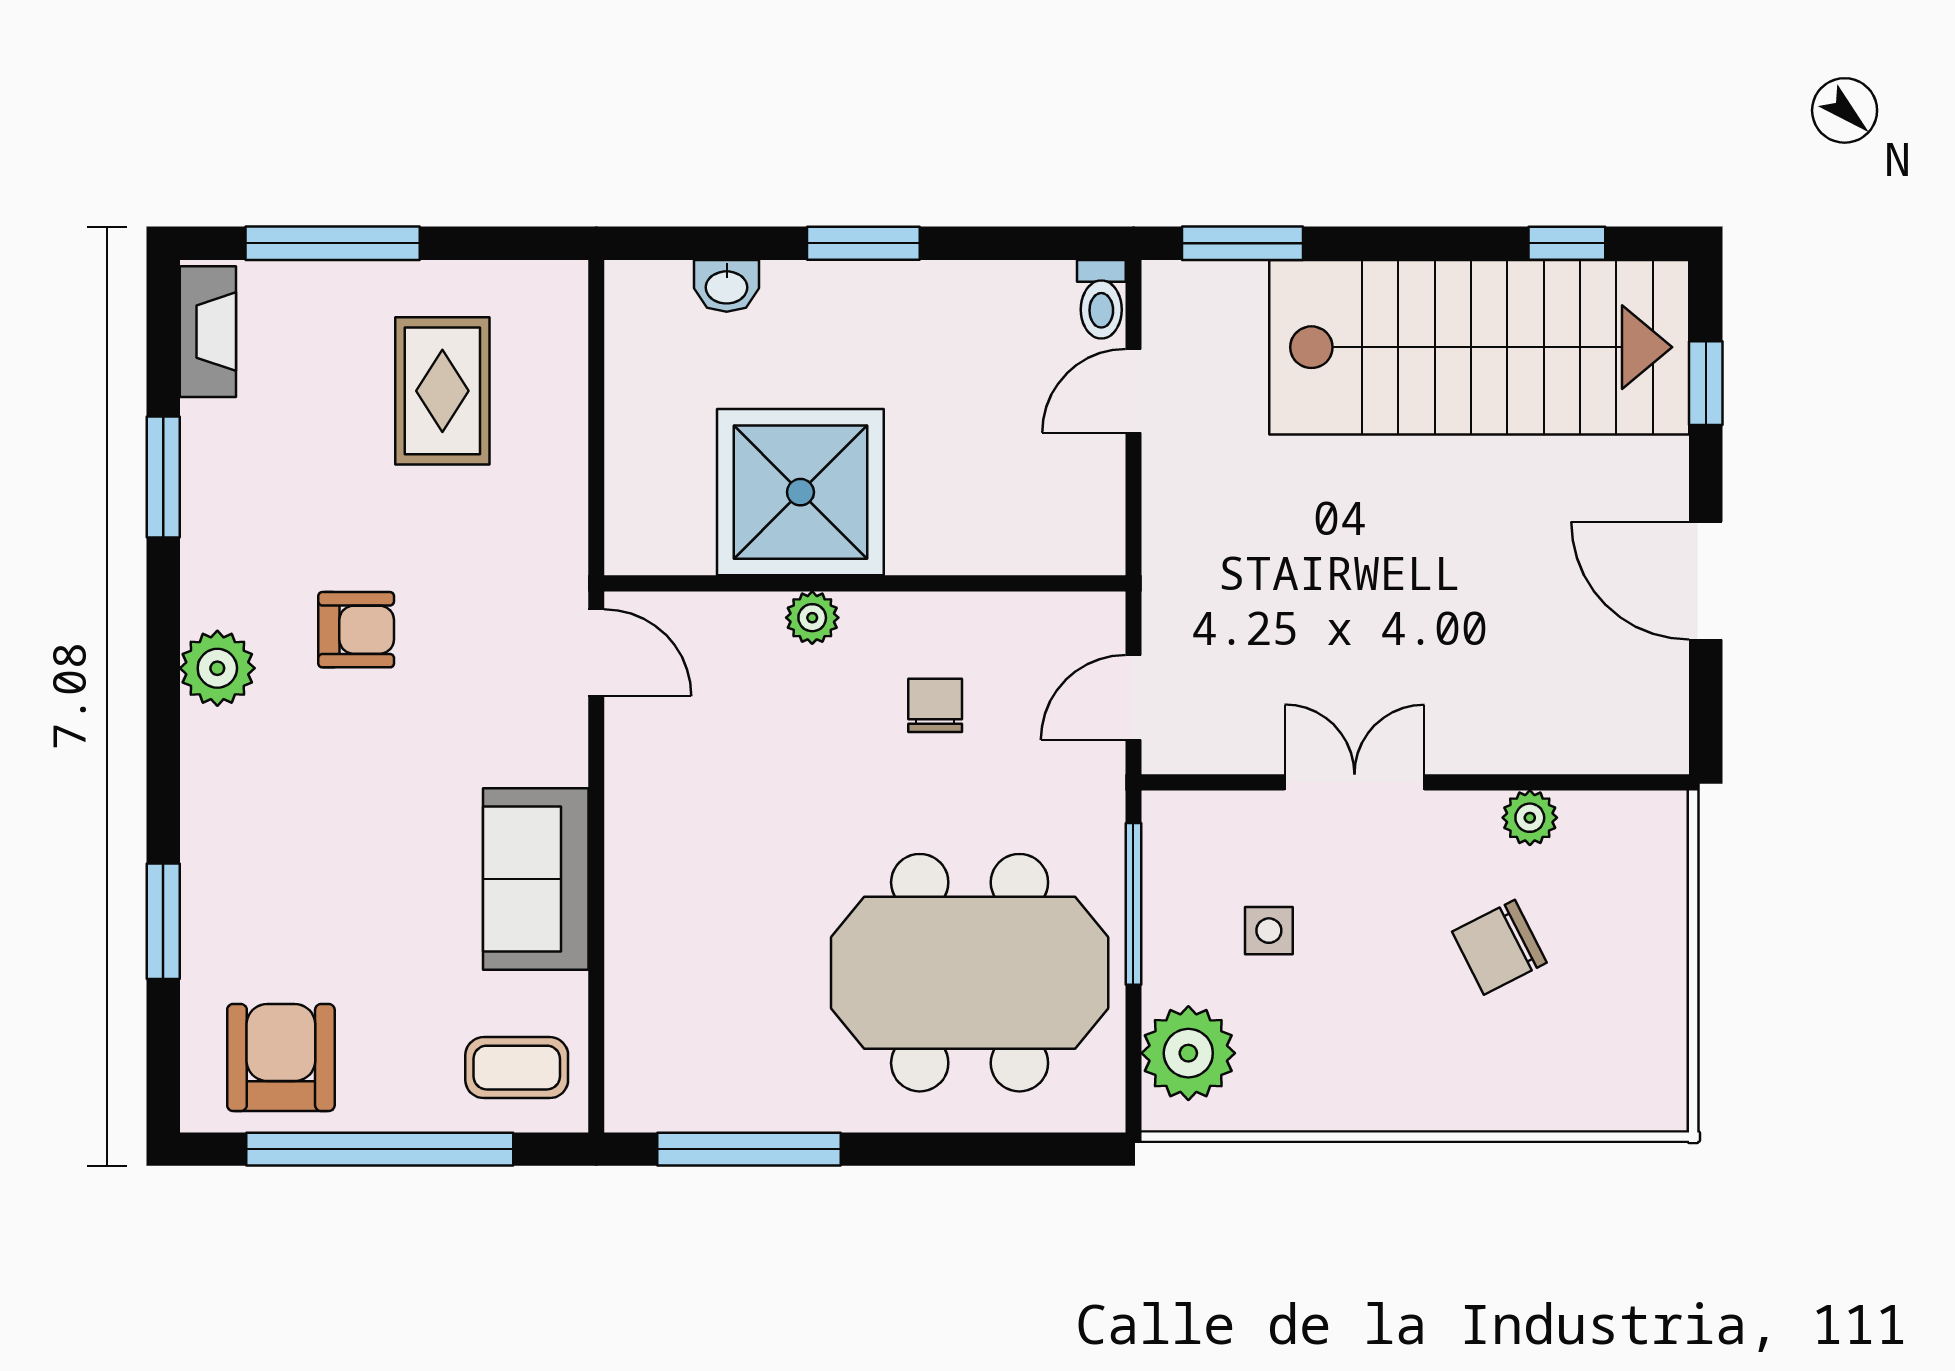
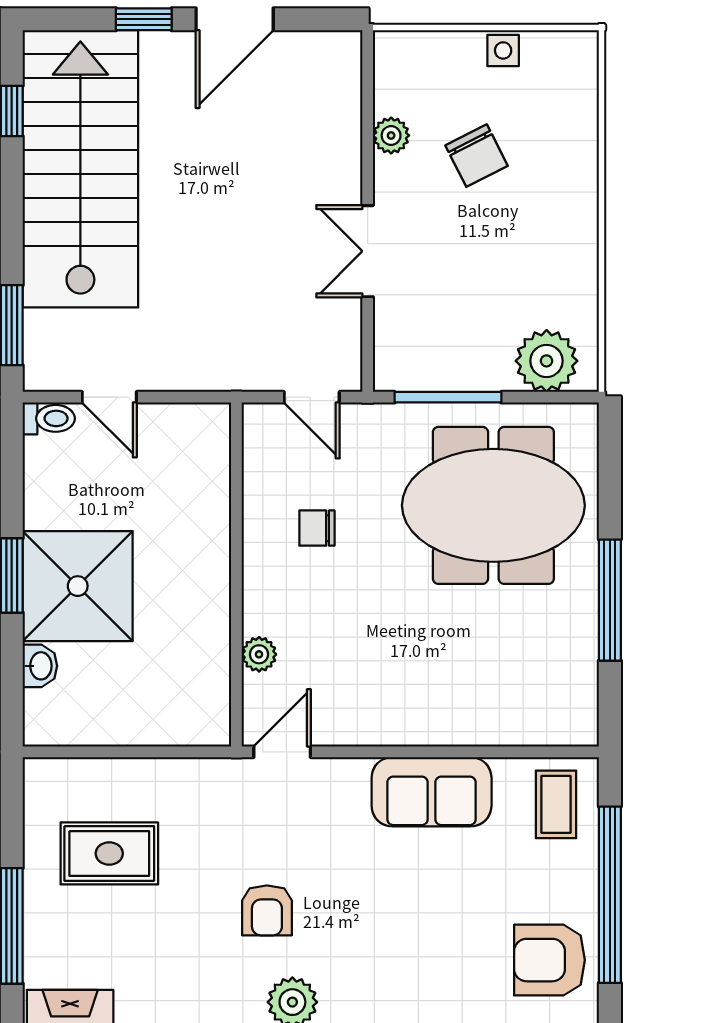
window: (1706, 383) -> (144, 19), moved
shower: (800, 492) -> (78, 586), moved
plant: (812, 618) -> (259, 654), moved
armchair: (356, 630) -> (267, 910), turned 180
side table: (1269, 931) -> (503, 50), moved
meeting table: (970, 973) -> (493, 505), turned 90
window: (749, 1149) -> (610, 600), moved

